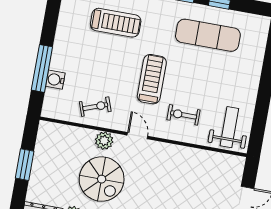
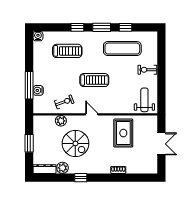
treadmill: (152, 79) -> (94, 80), turned 90
exercise bike: (184, 115) -> (147, 70), moved
plant: (104, 141) -> (61, 121), moved
rug: (184, 176) -> (123, 133), added

